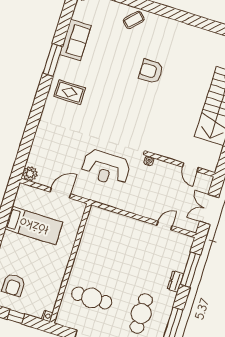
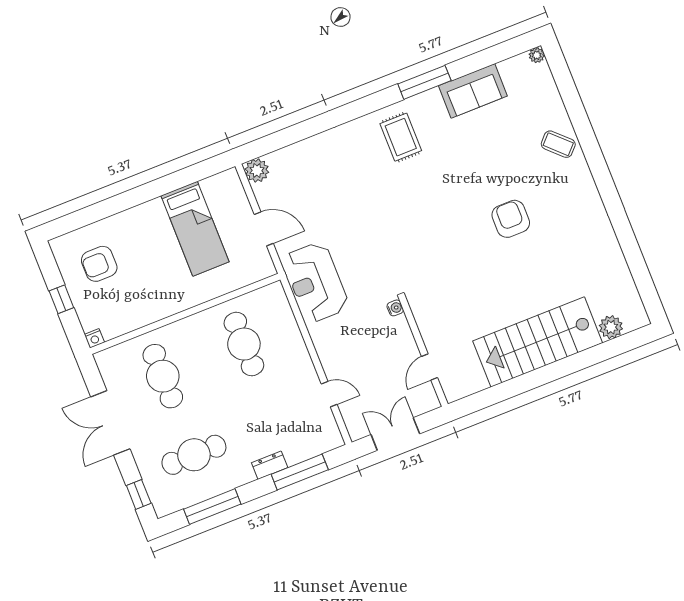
reception desk: (106, 168) -> (316, 282), moved
cafe table: (108, 247) -> (244, 344), added

